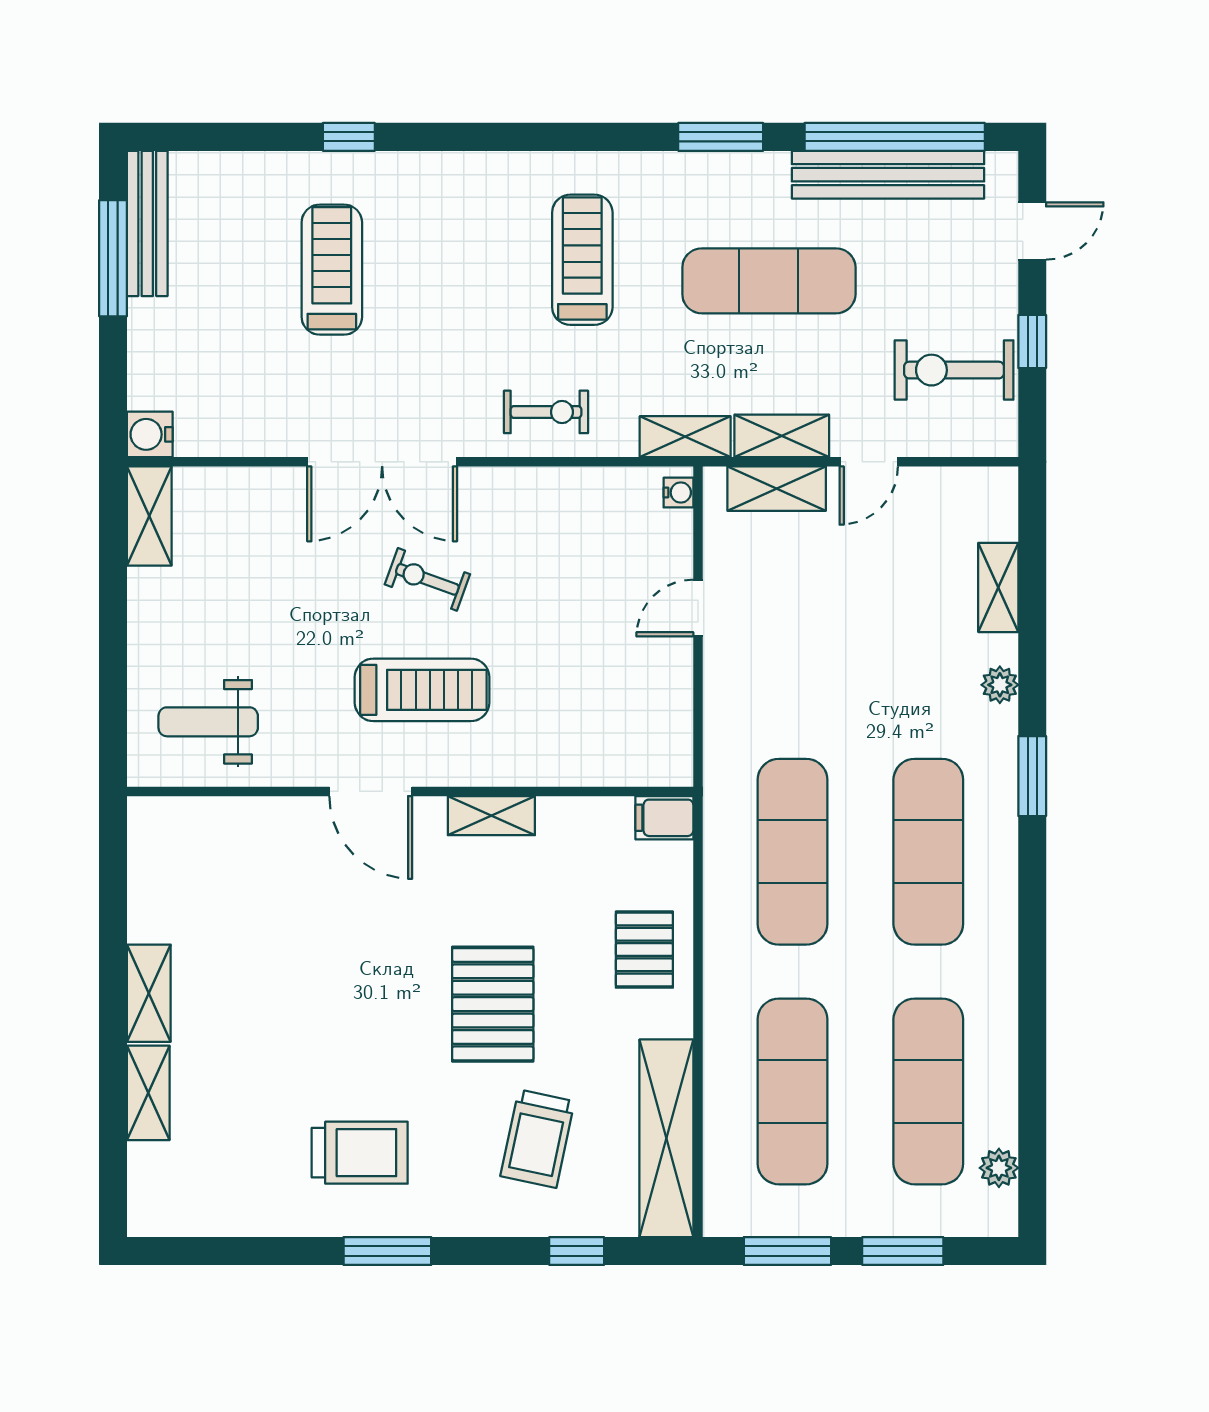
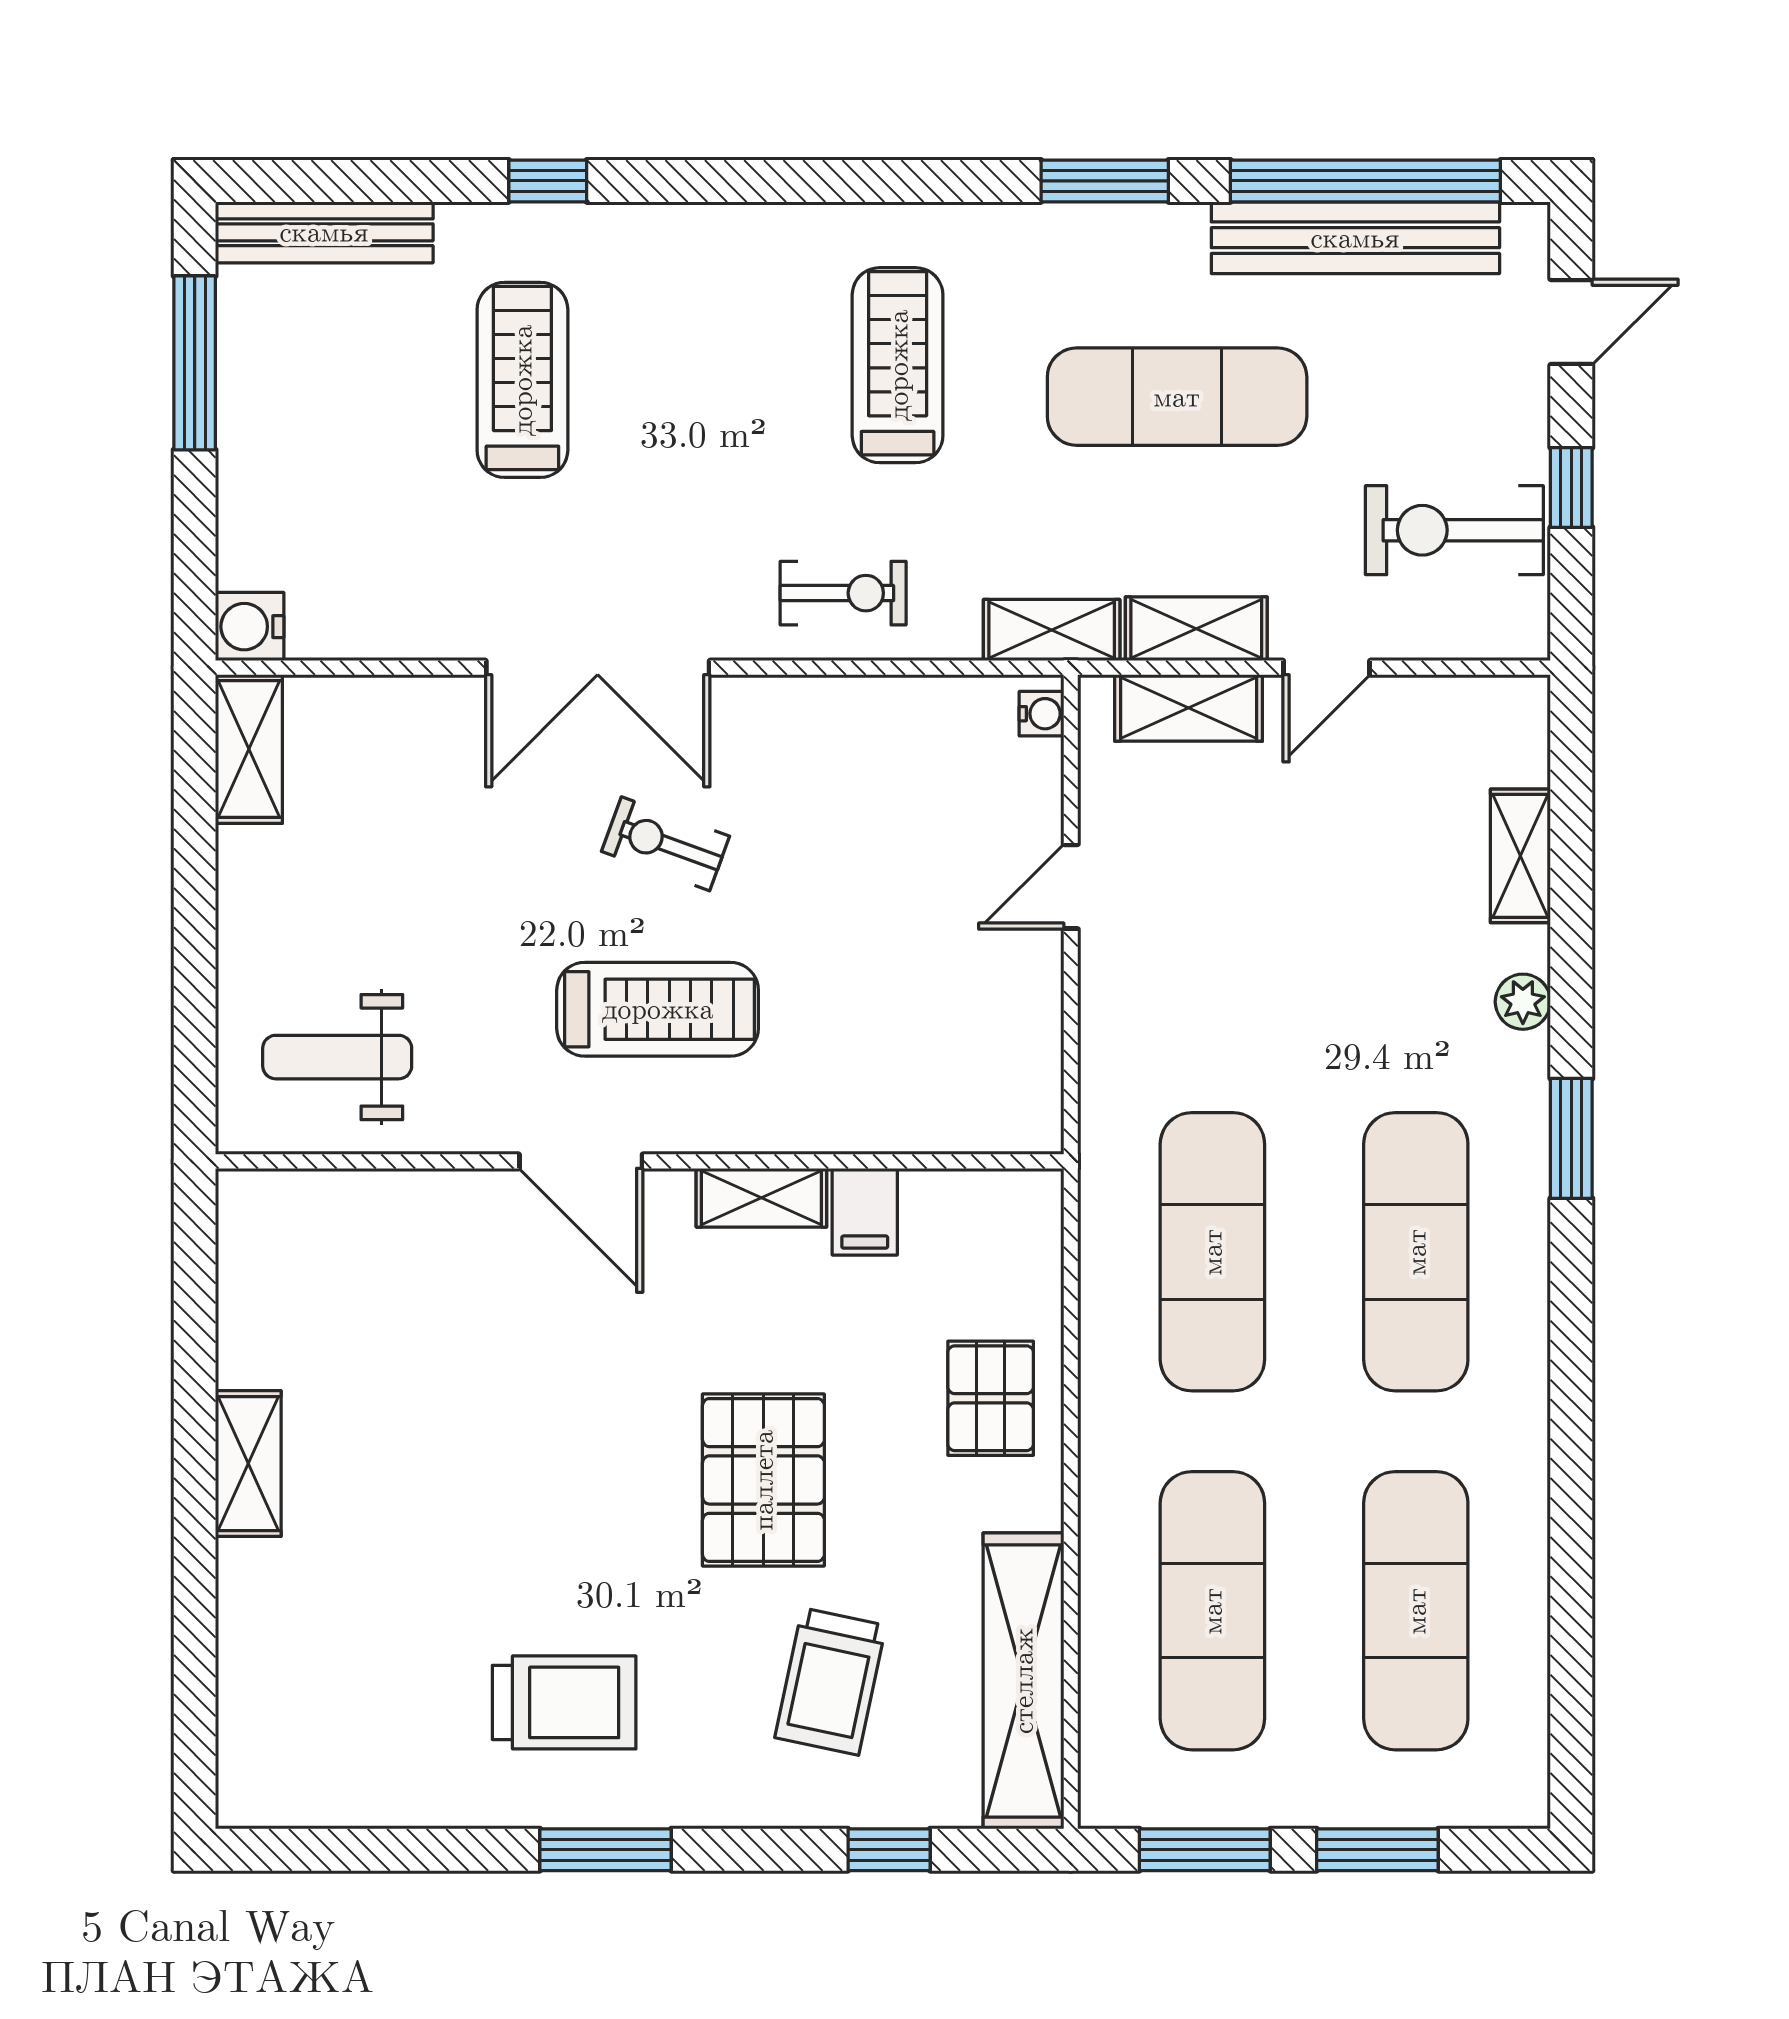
bench: (147, 223) -> (324, 232), moved, turned 90
filing cabinet: (664, 818) -> (865, 1212), moved, turned -90
shelving: (148, 1093) -> (247, 1613), removed
plant: (999, 1168) -> (1521, 1725), removed

